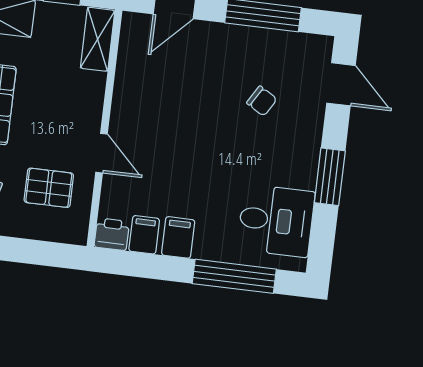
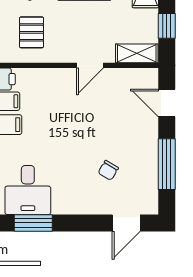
door: (101, 153) -> (90, 65), moved
window: (330, 177) -> (33, 223), moved

